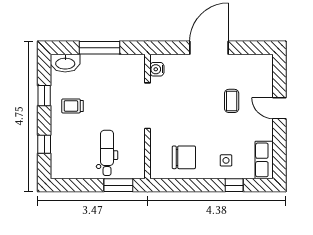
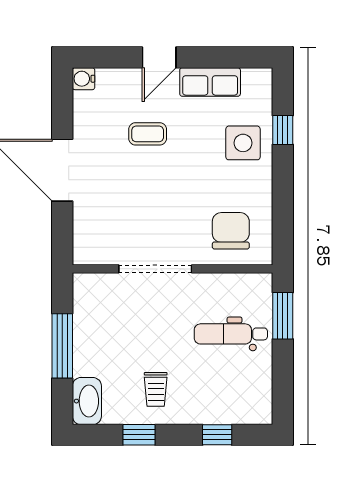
water cooler: (157, 69) -> (84, 79), moved, turned 90
chair: (184, 157) -> (231, 231), moved
side table: (226, 160) -> (243, 143), width x1.87, depth x1.87
row of seats: (264, 160) -> (210, 82), moved

